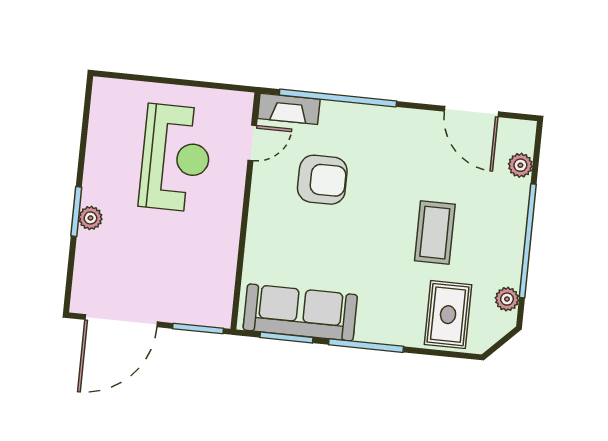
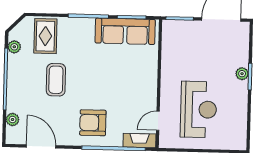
reception desk: (176, 158) -> (199, 109), turned 180
armchair: (322, 180) -> (93, 123), moved

